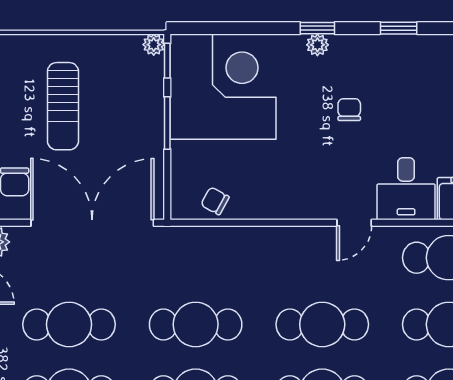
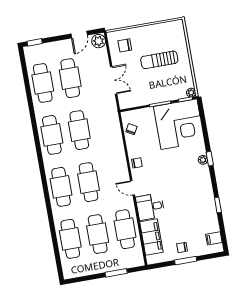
window: (399, 28) -> (218, 205), moved
chair: (349, 110) -> (137, 163), moved
double door: (92, 223) -> (114, 80), width x0.54

